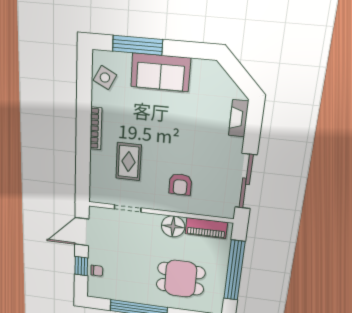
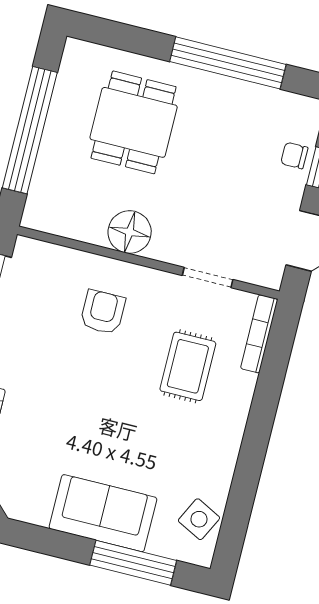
bookcase: (96, 128) -> (259, 334), moved
piano: (206, 228) -> (69, 222), removed
dining table: (181, 279) -> (134, 122), turned 90

